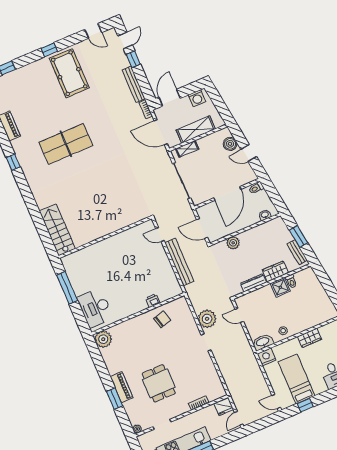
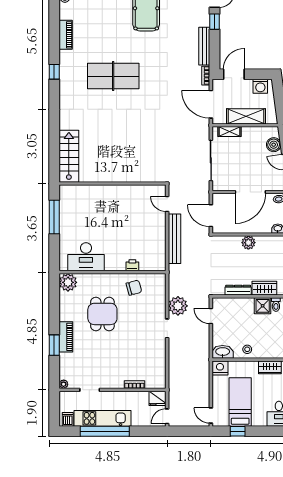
plant: (233, 243) -> (248, 243), moved
desk: (95, 308) -> (86, 257), moved, turned -90
dining table: (159, 383) -> (102, 314), moved

